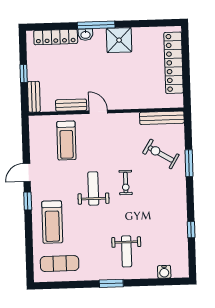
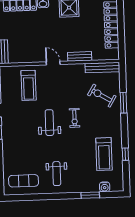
bench: (71, 105) -> (80, 56), moved
treadmill: (52, 222) -> (104, 154), moved
weight bench: (127, 251) -> (57, 174), moved
window: (111, 283) -> (90, 195), moved

